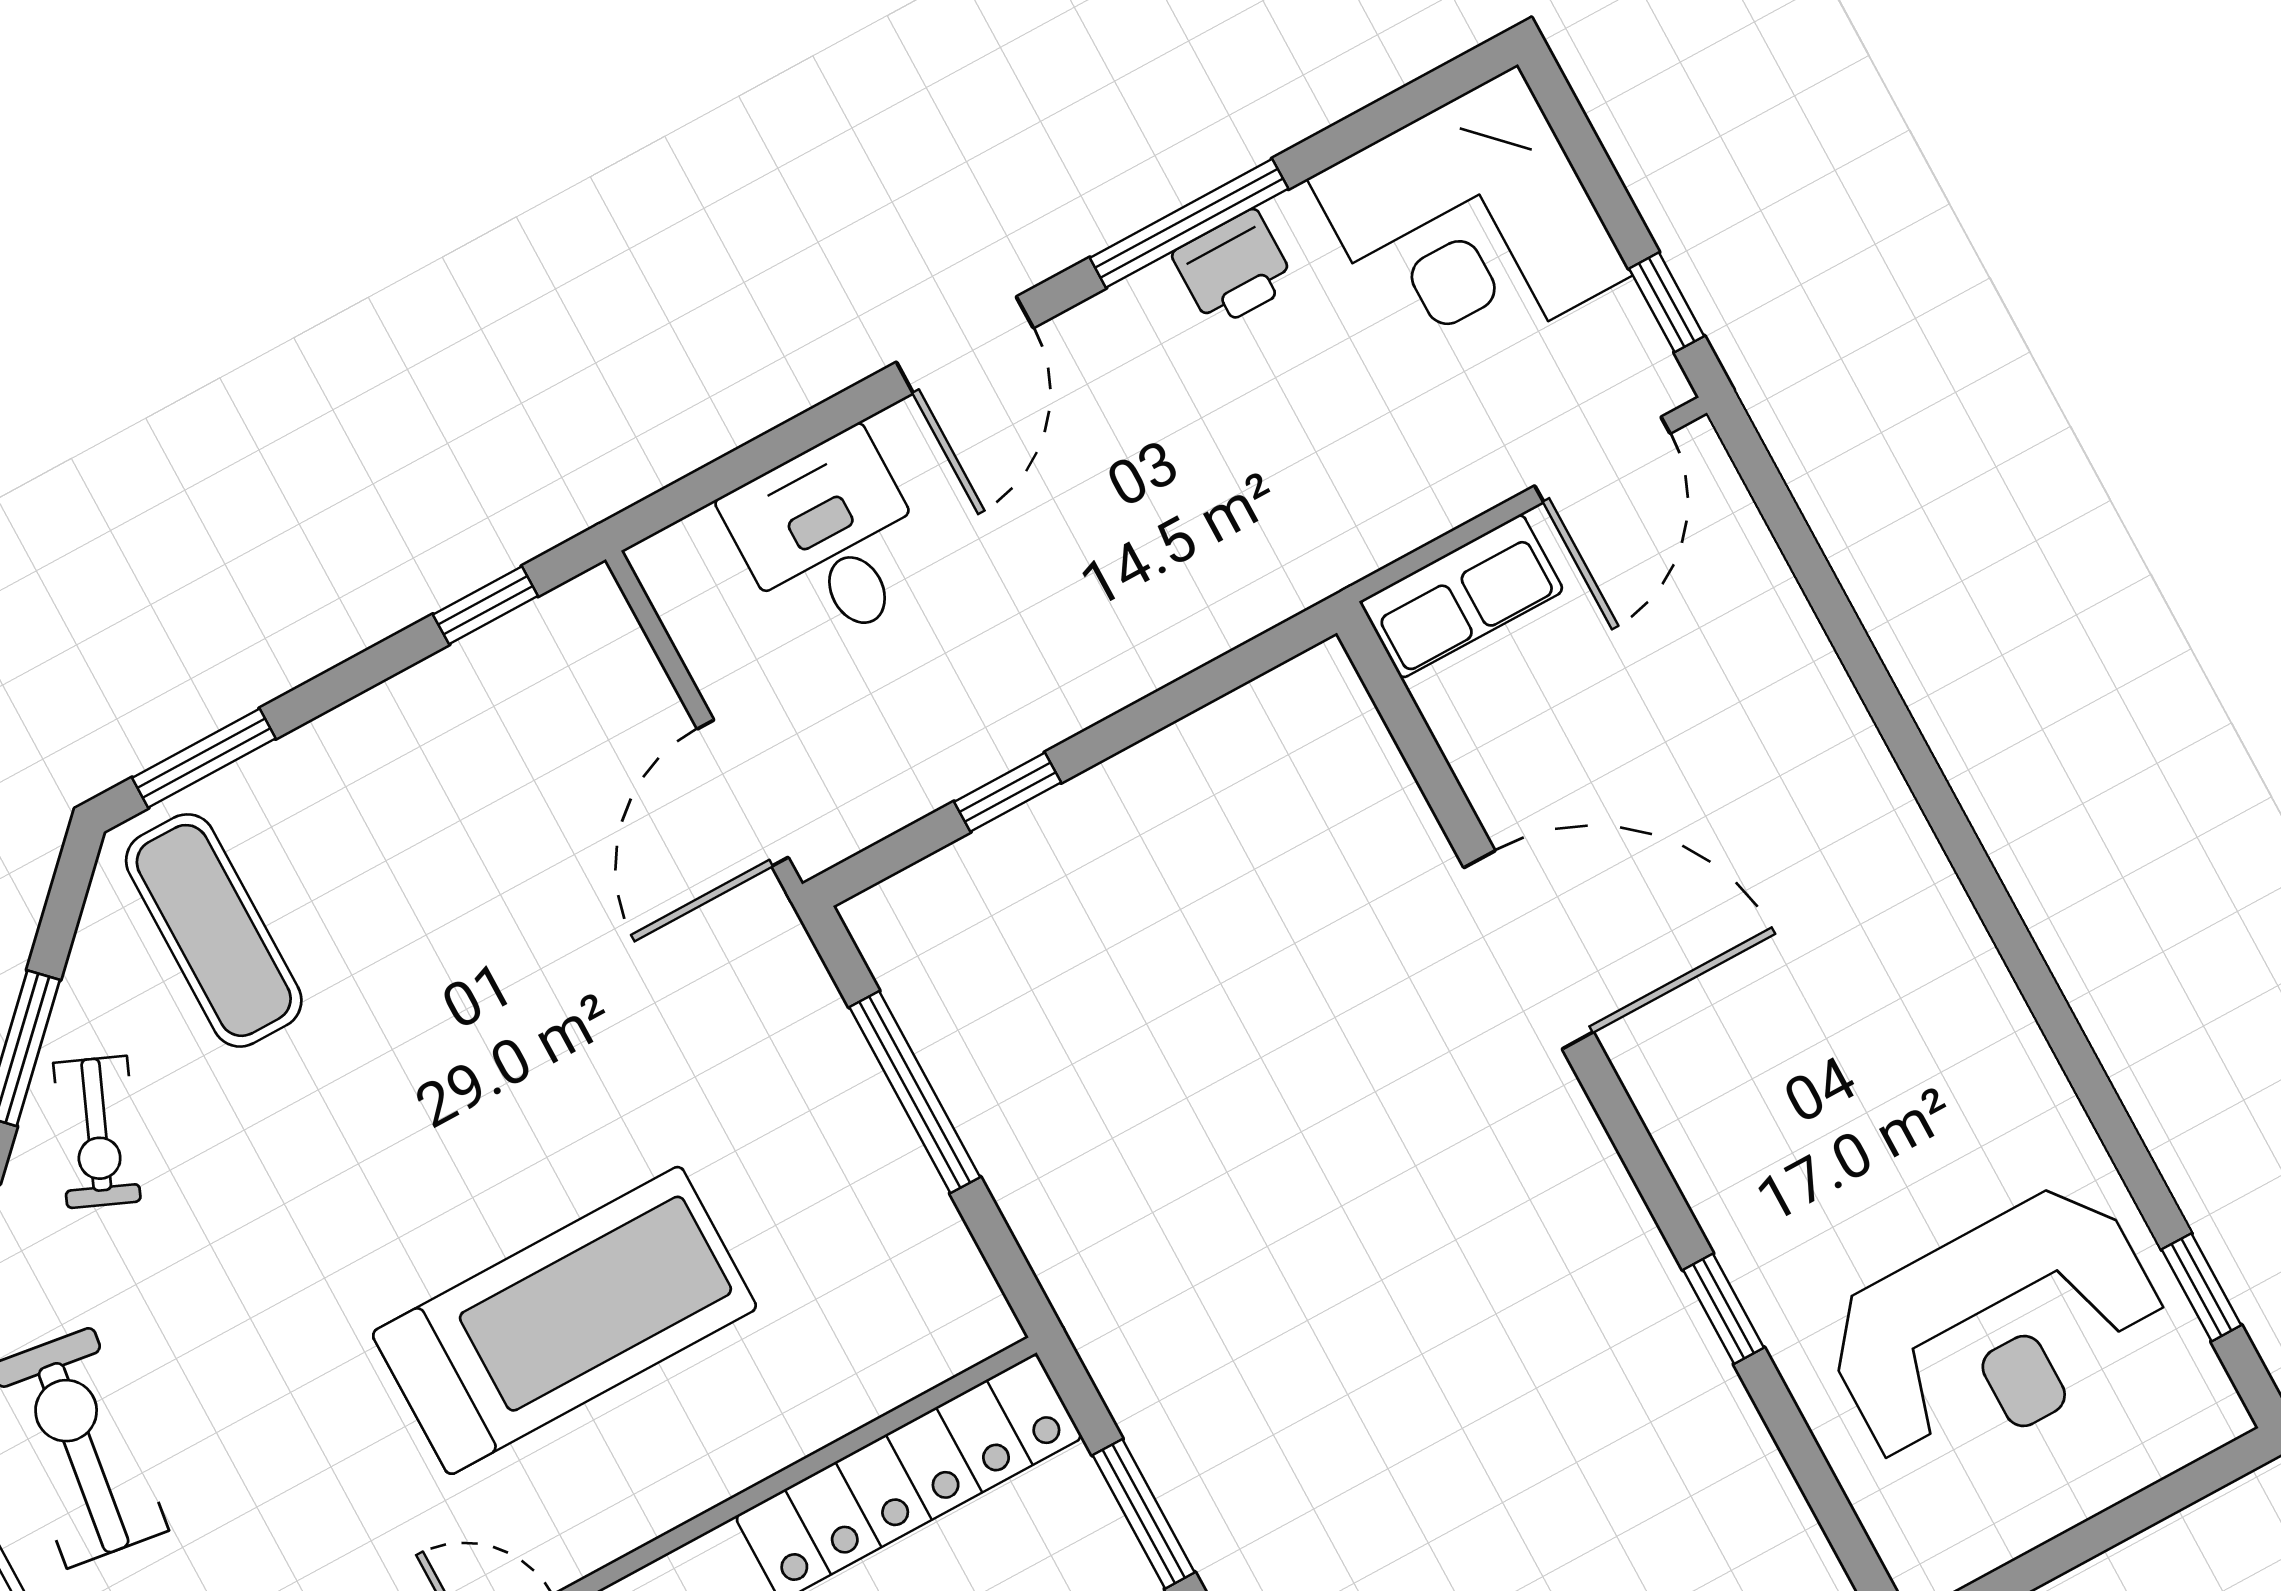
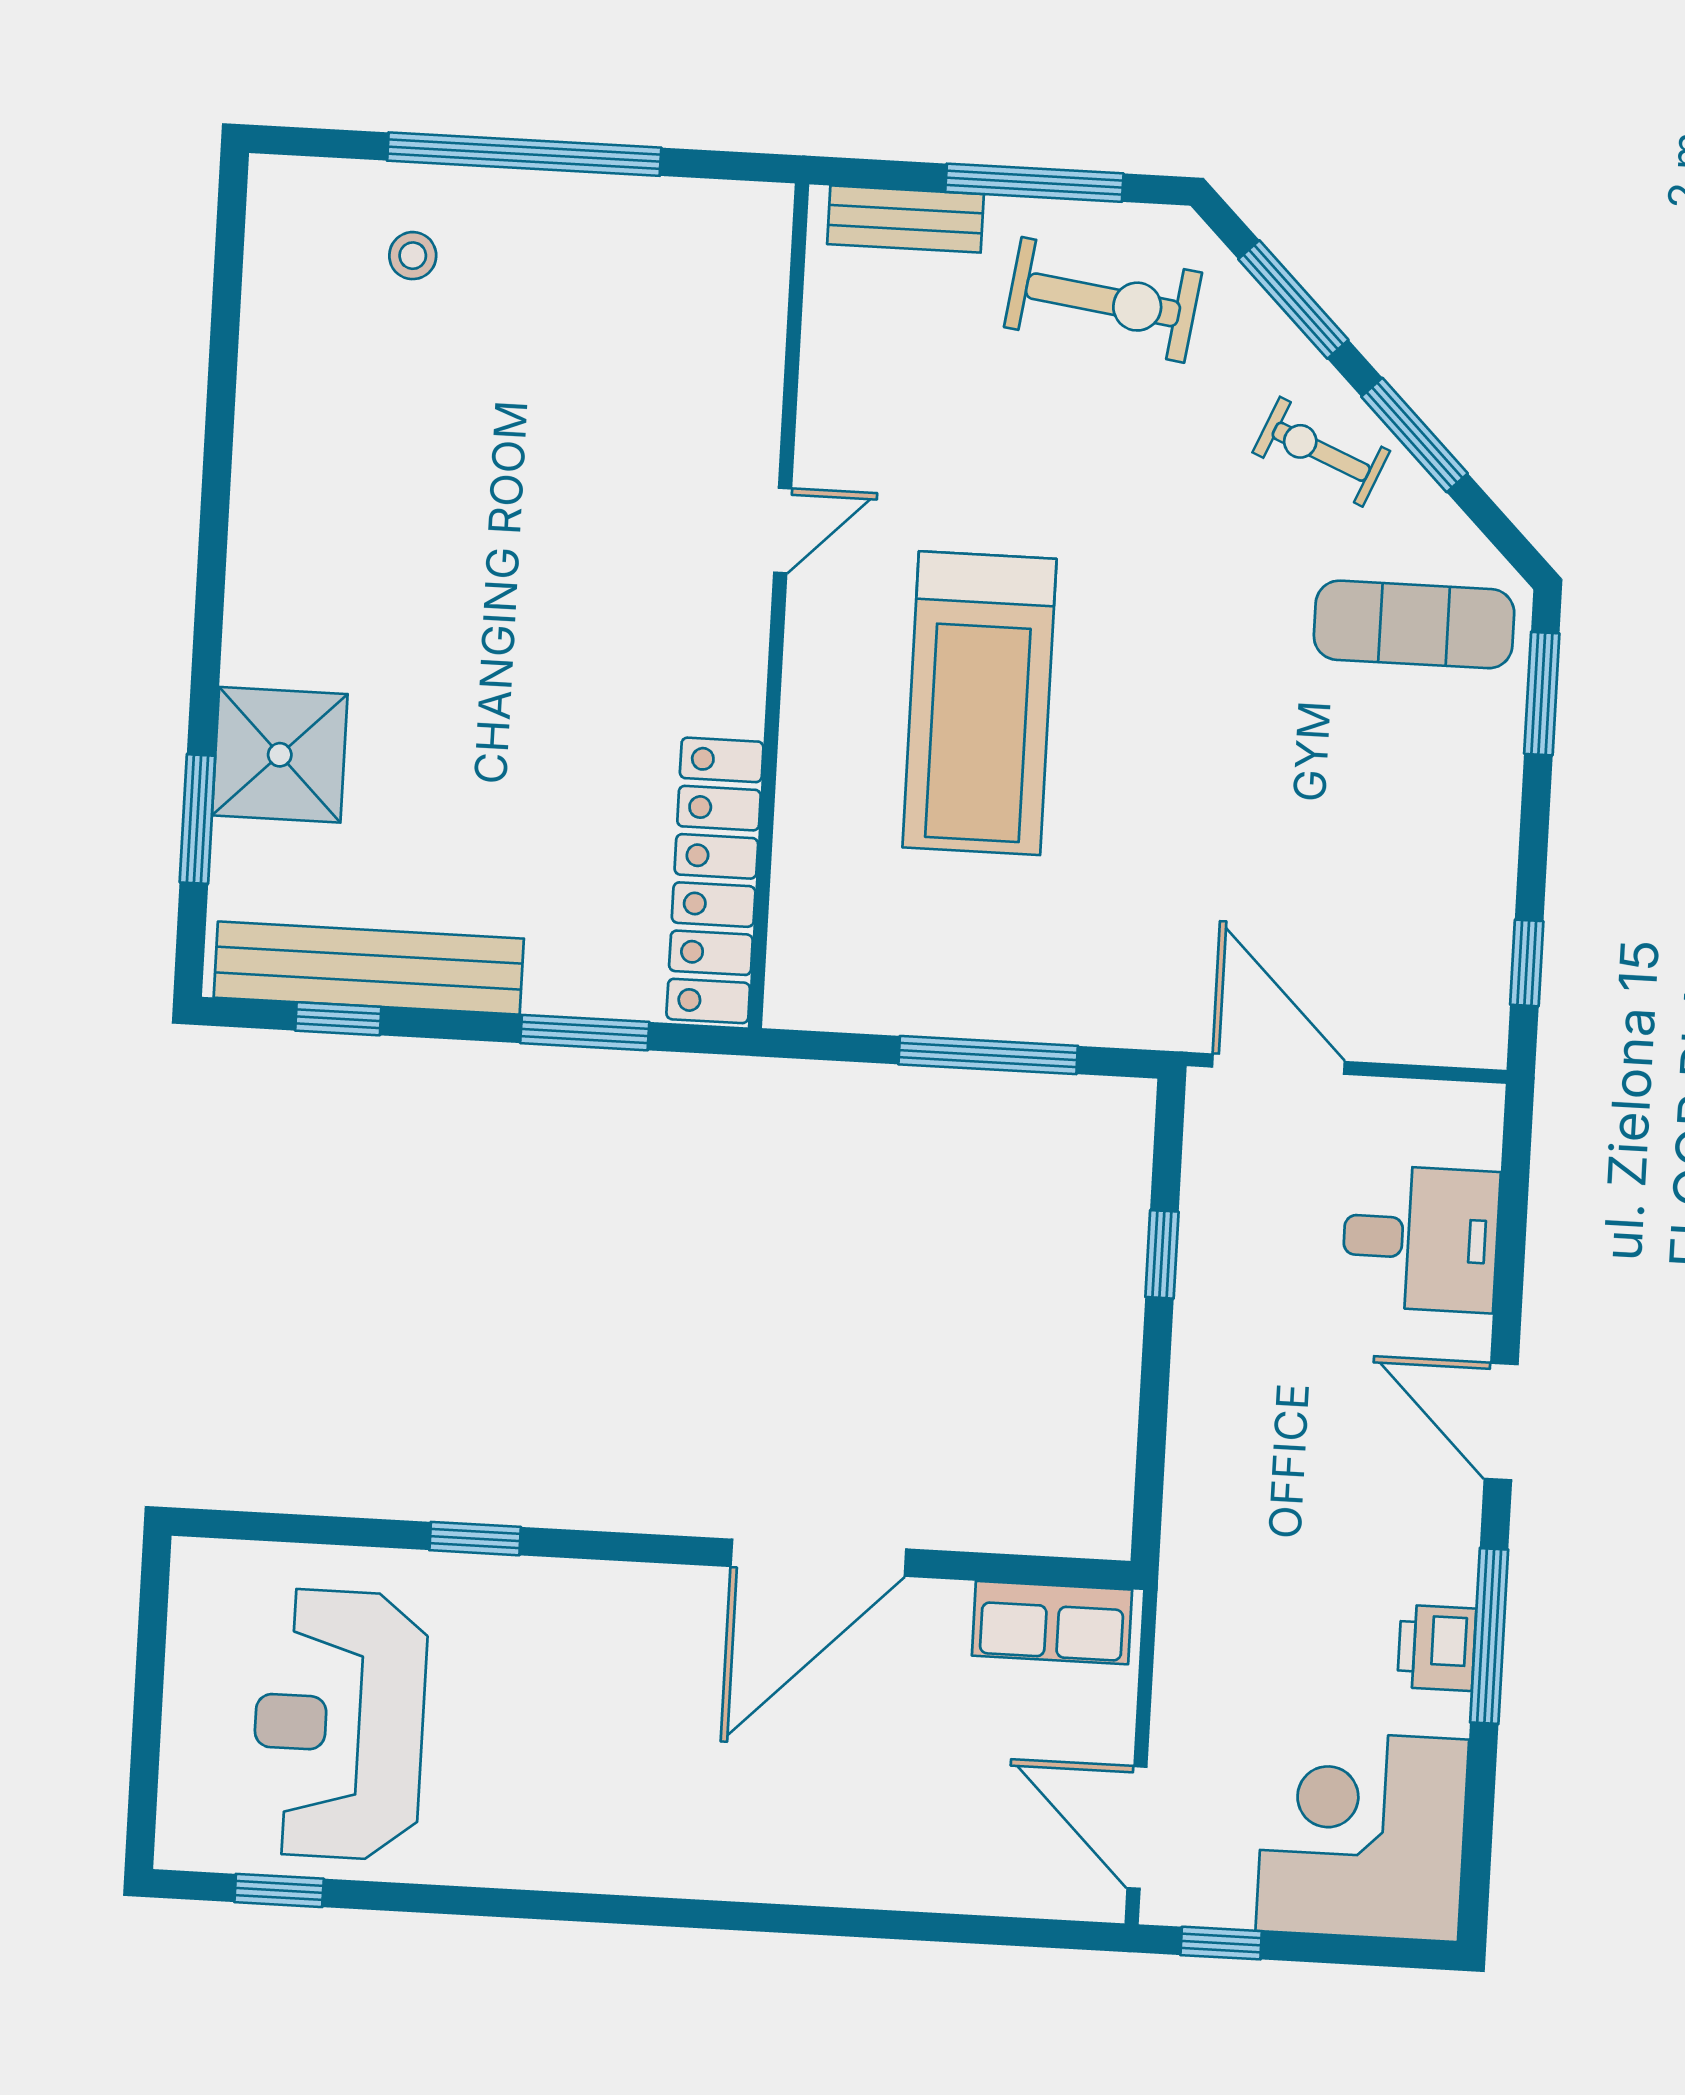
row of seats: (1462, 596) -> (1052, 1623), moved, turned -90

